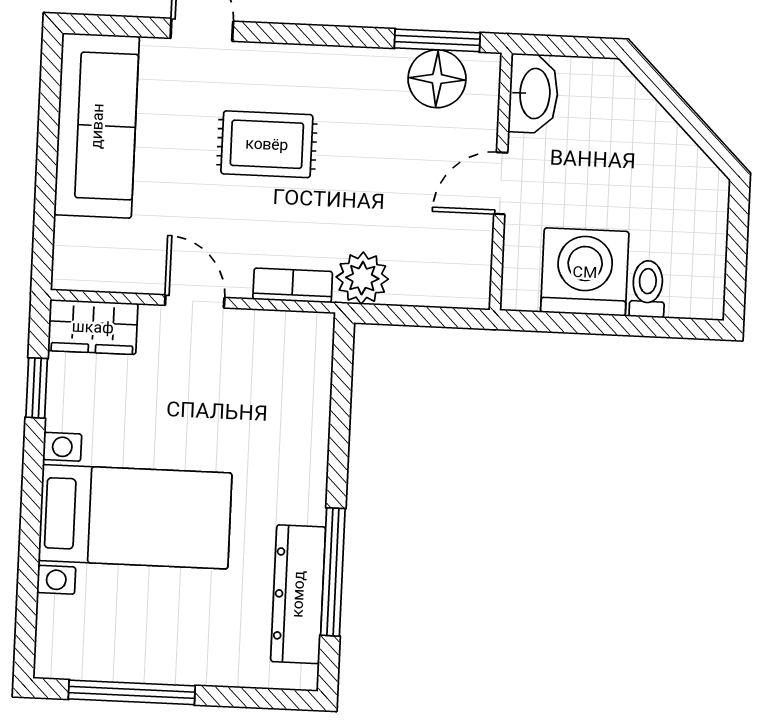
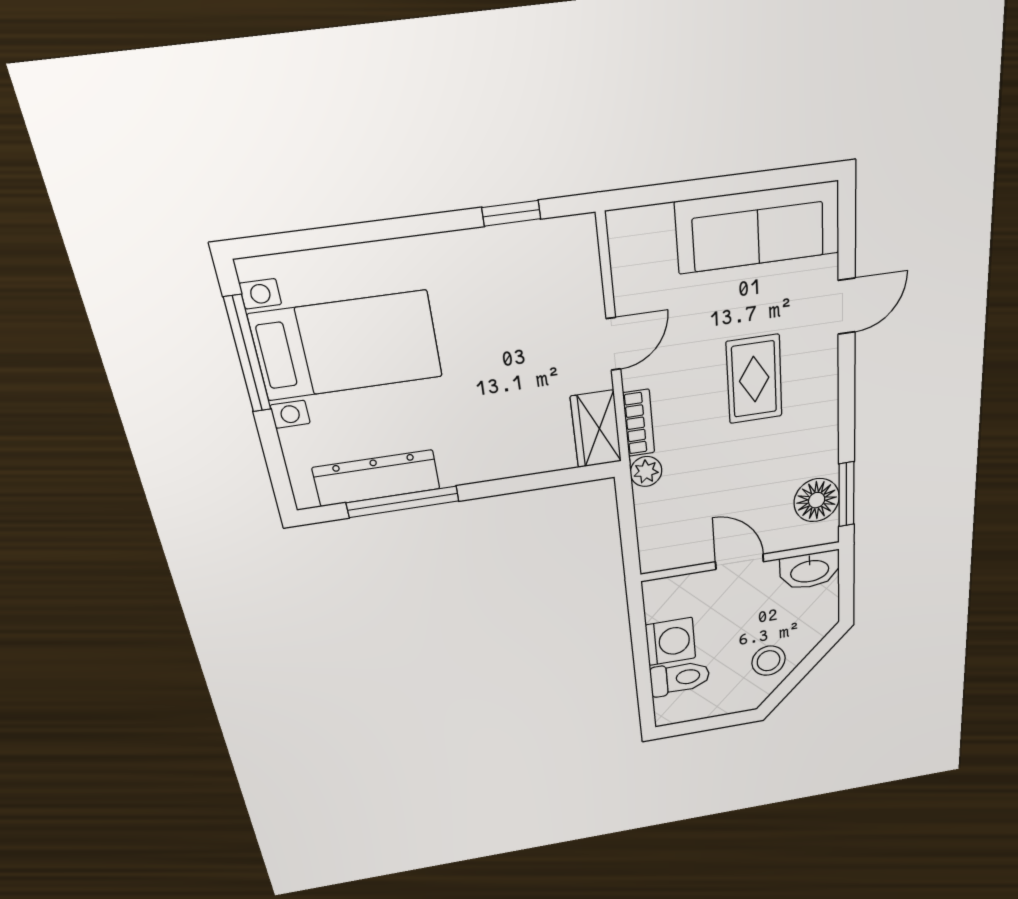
stool: (657, 158) -> (769, 661), added
washing machine: (585, 272) -> (671, 642), width x0.73, depth x0.73
plant: (362, 278) -> (646, 472), width x0.73, depth x0.73
toilet: (647, 289) -> (680, 678), width x1.37, depth x1.39
wardrobe: (93, 327) -> (596, 429), moved
bed with nightstands: (135, 517) -> (347, 346), moved, turned -90

